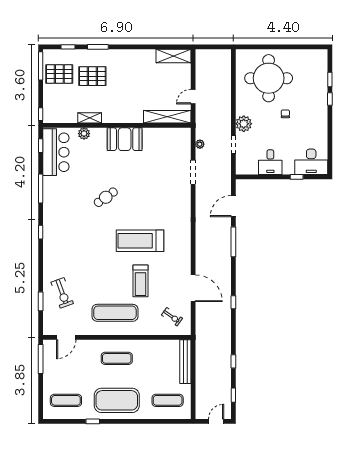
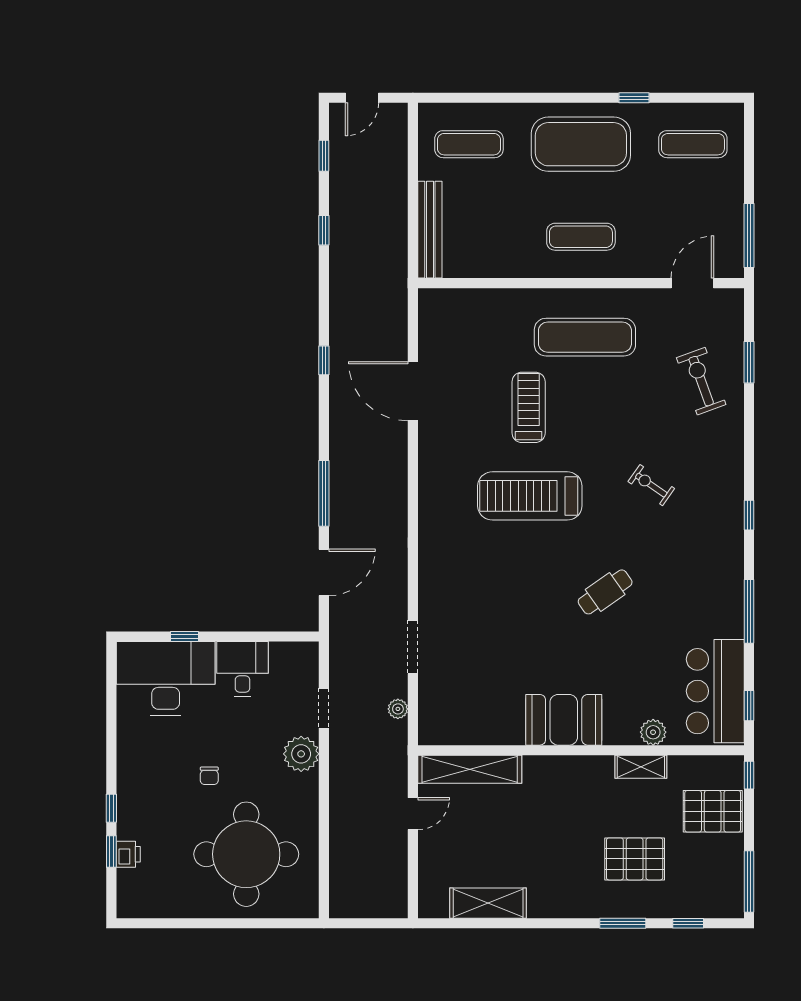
shelving: (173, 56) -> (488, 903), moved
pallet: (59, 74) -> (713, 811), moved
printer: (322, 78) -> (128, 854), added
desk: (311, 162) -> (166, 678), width x1.36, depth x1.30
treadmill: (140, 241) -> (530, 496), turned 180
exercise bike: (172, 317) -> (651, 485), moved

